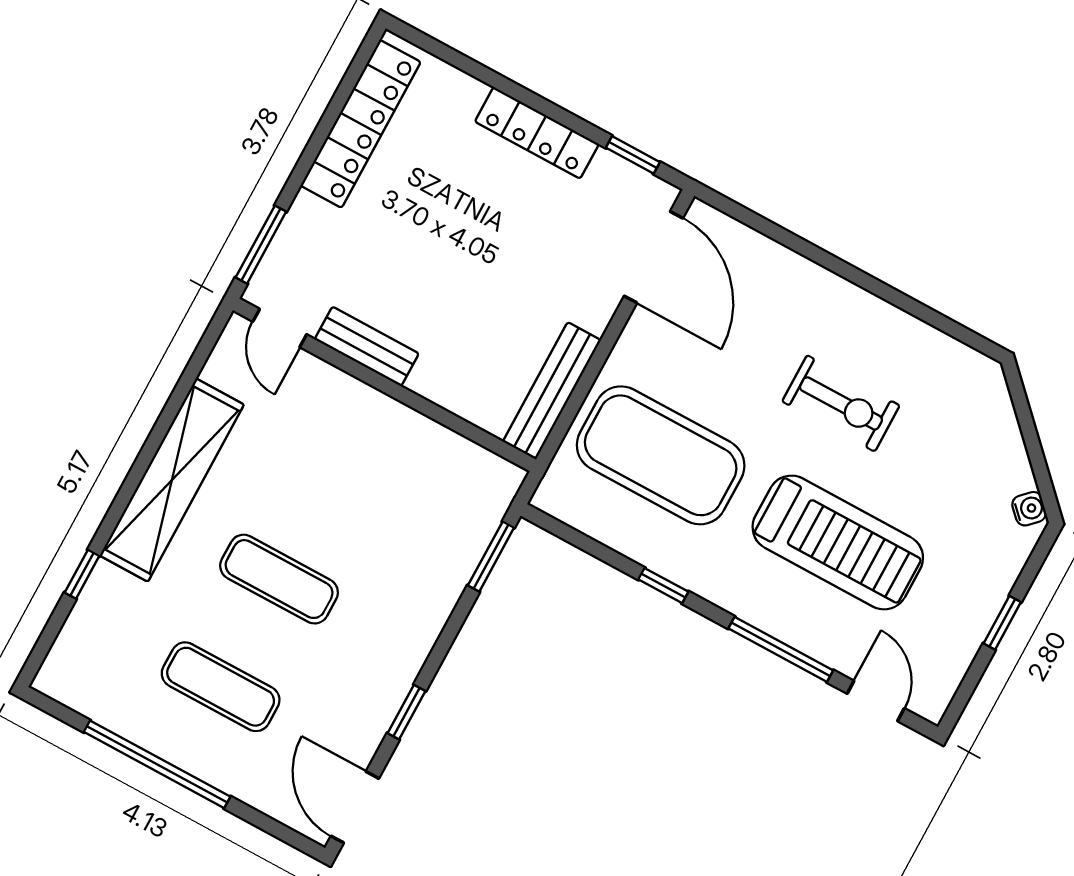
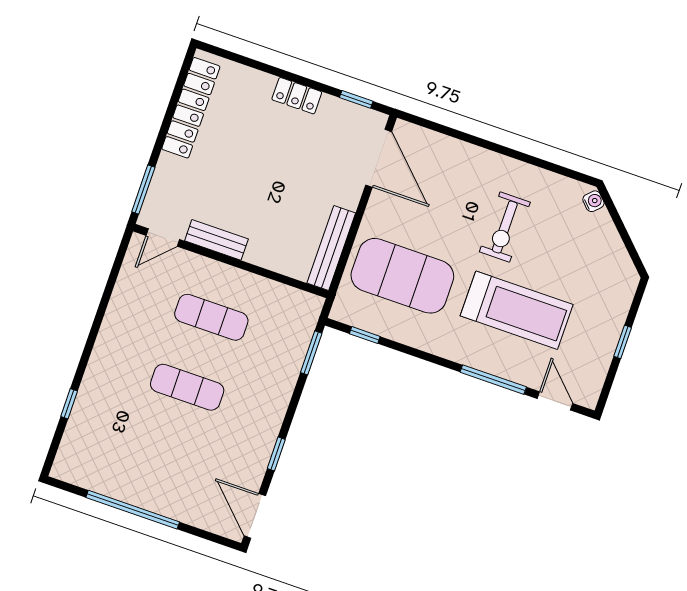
locker: (537, 133) -> (297, 96), width x0.66
door: (280, 328) -> (163, 237), hinge flipped
exercise bike: (841, 403) -> (505, 227), turned 90
shelving: (172, 480) -> (113, 339), removed
water cooler: (1029, 509) -> (593, 201), moved
window: (663, 586) -> (365, 335), moved
exercise mat: (221, 687) -> (211, 317), moved

